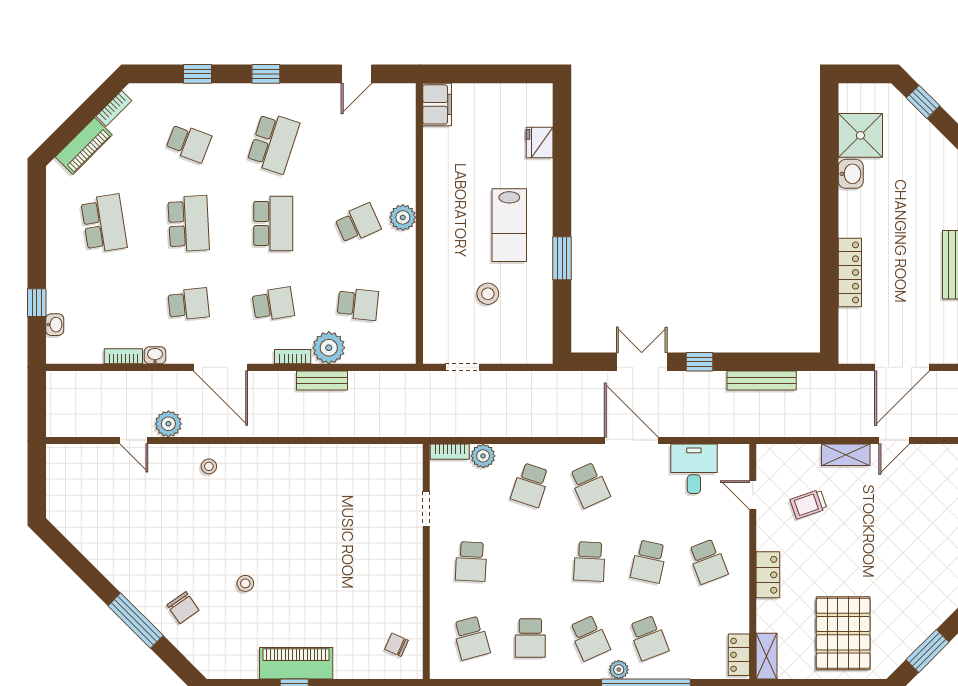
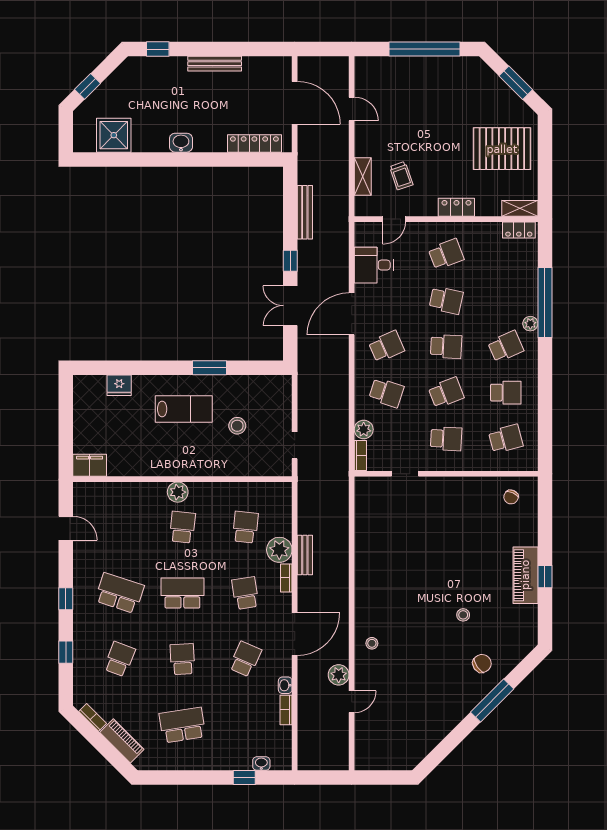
washbasin: (851, 174) -> (181, 143), moved
school desk: (189, 223) -> (182, 659), width x0.54
school desk: (358, 223) -> (182, 527), turned 30
locker: (850, 272) -> (254, 143), moved
school desk: (189, 304) -> (245, 659), turned 30
shelving: (846, 455) -> (363, 176), moved
school desk: (649, 638) -> (446, 393), moved

